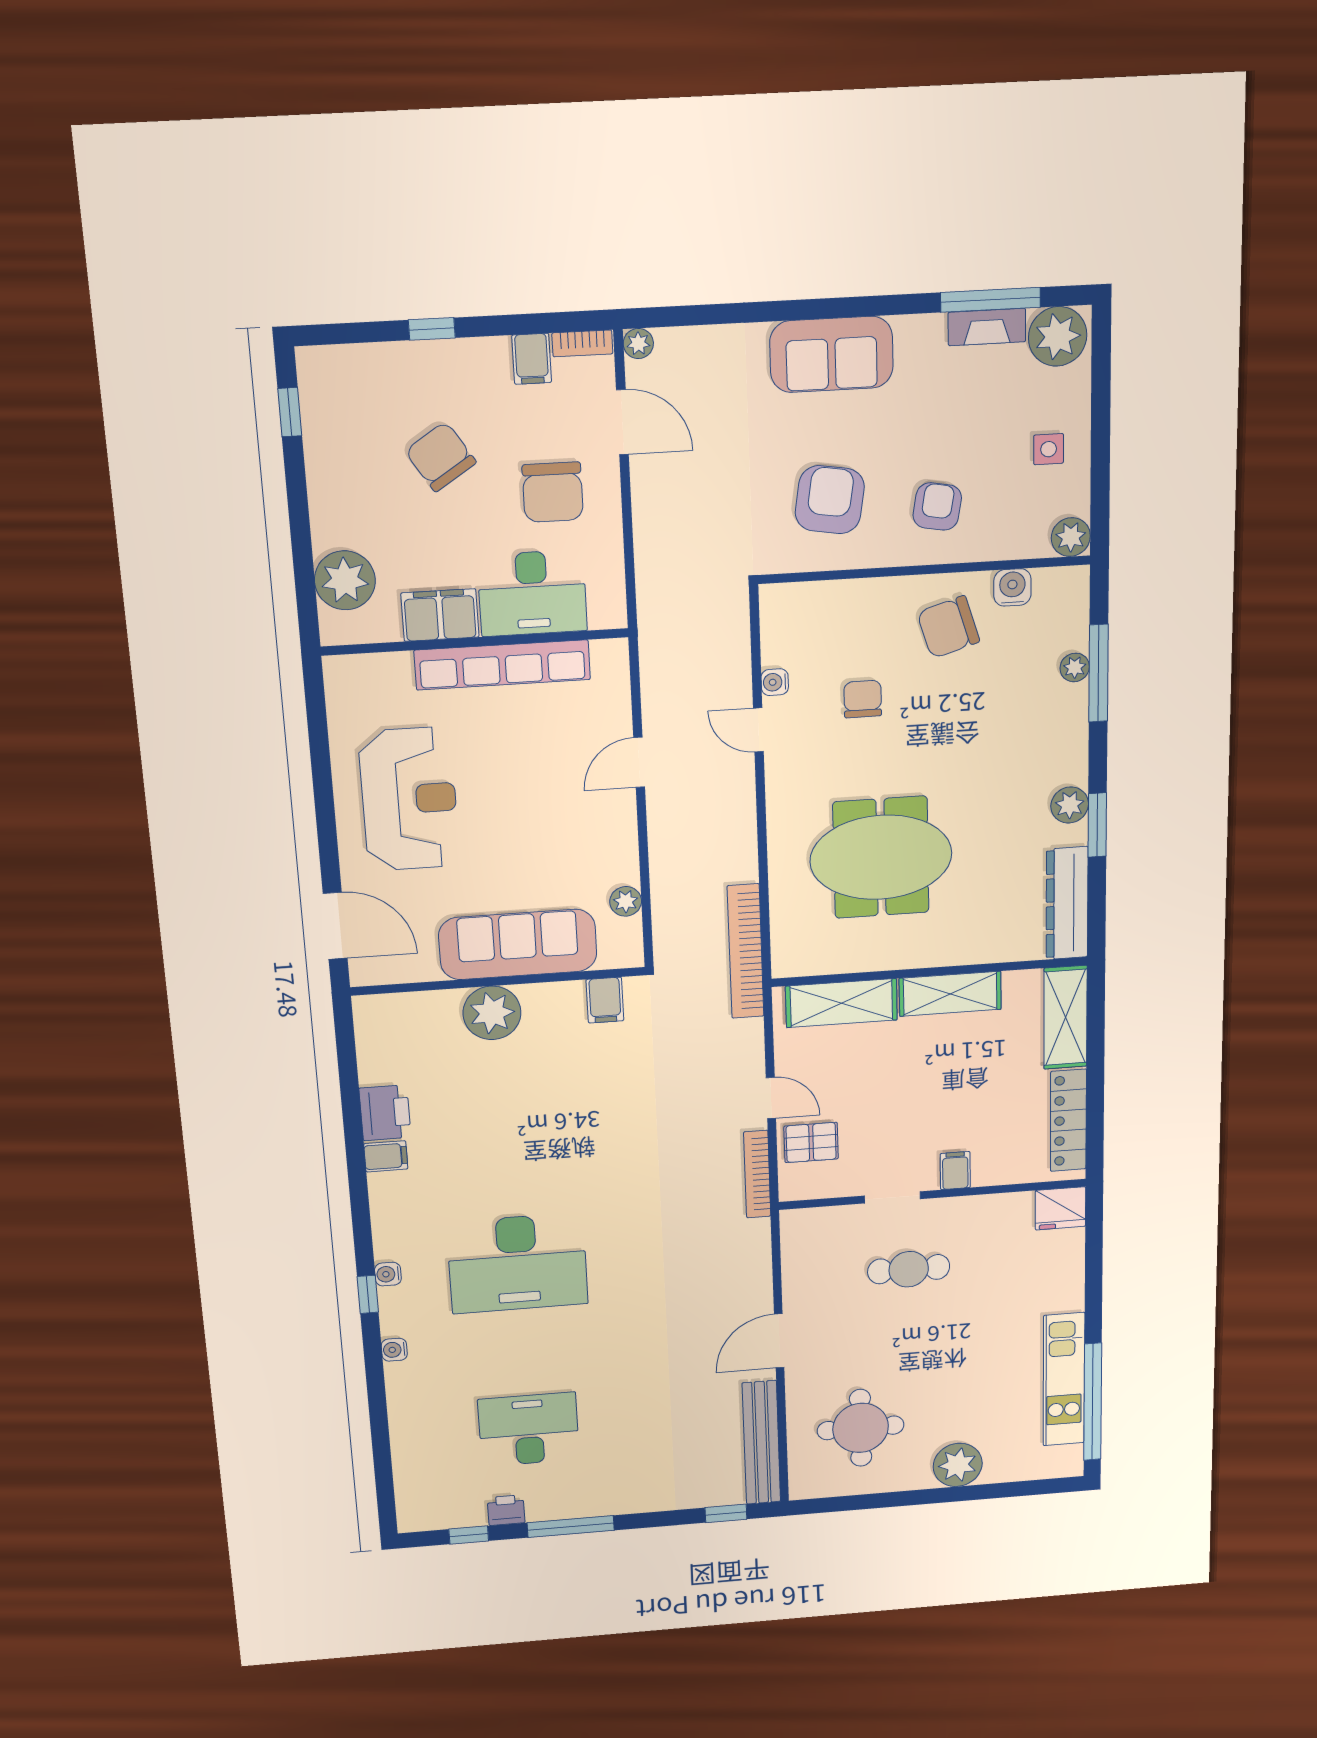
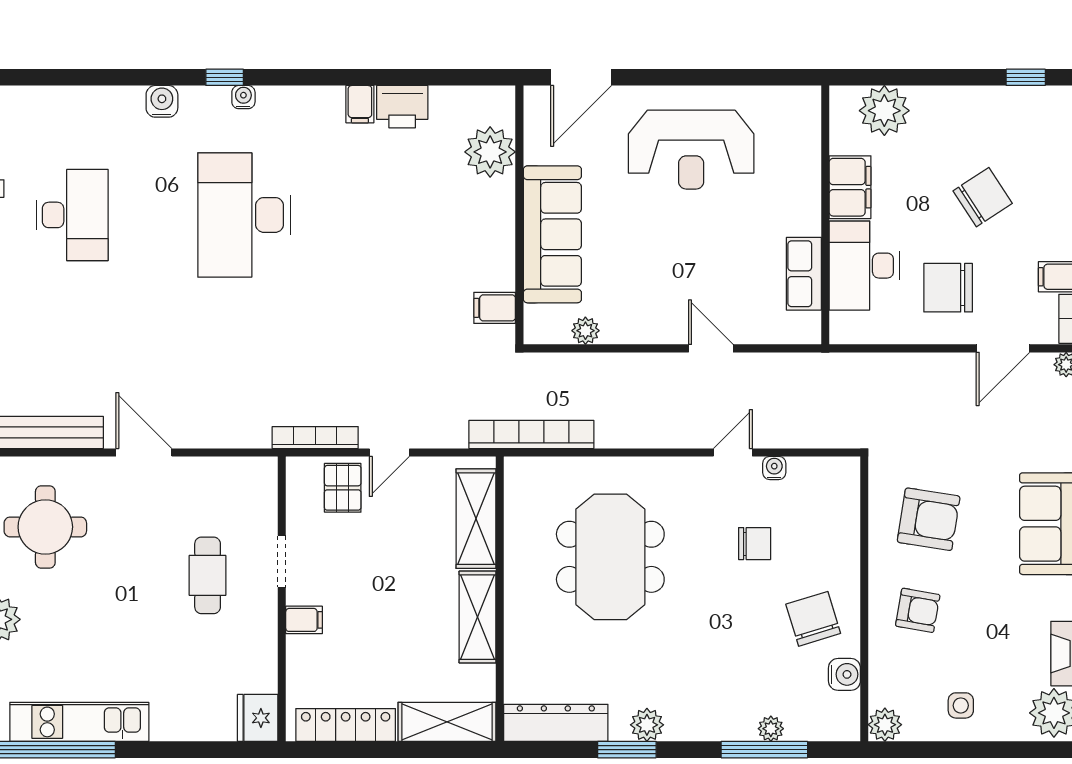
row of seats: (502, 665) -> (804, 274), width x0.50
plant: (492, 1013) -> (490, 152), moved
water cooler: (394, 1350) -> (162, 101), width x1.38, depth x1.38

